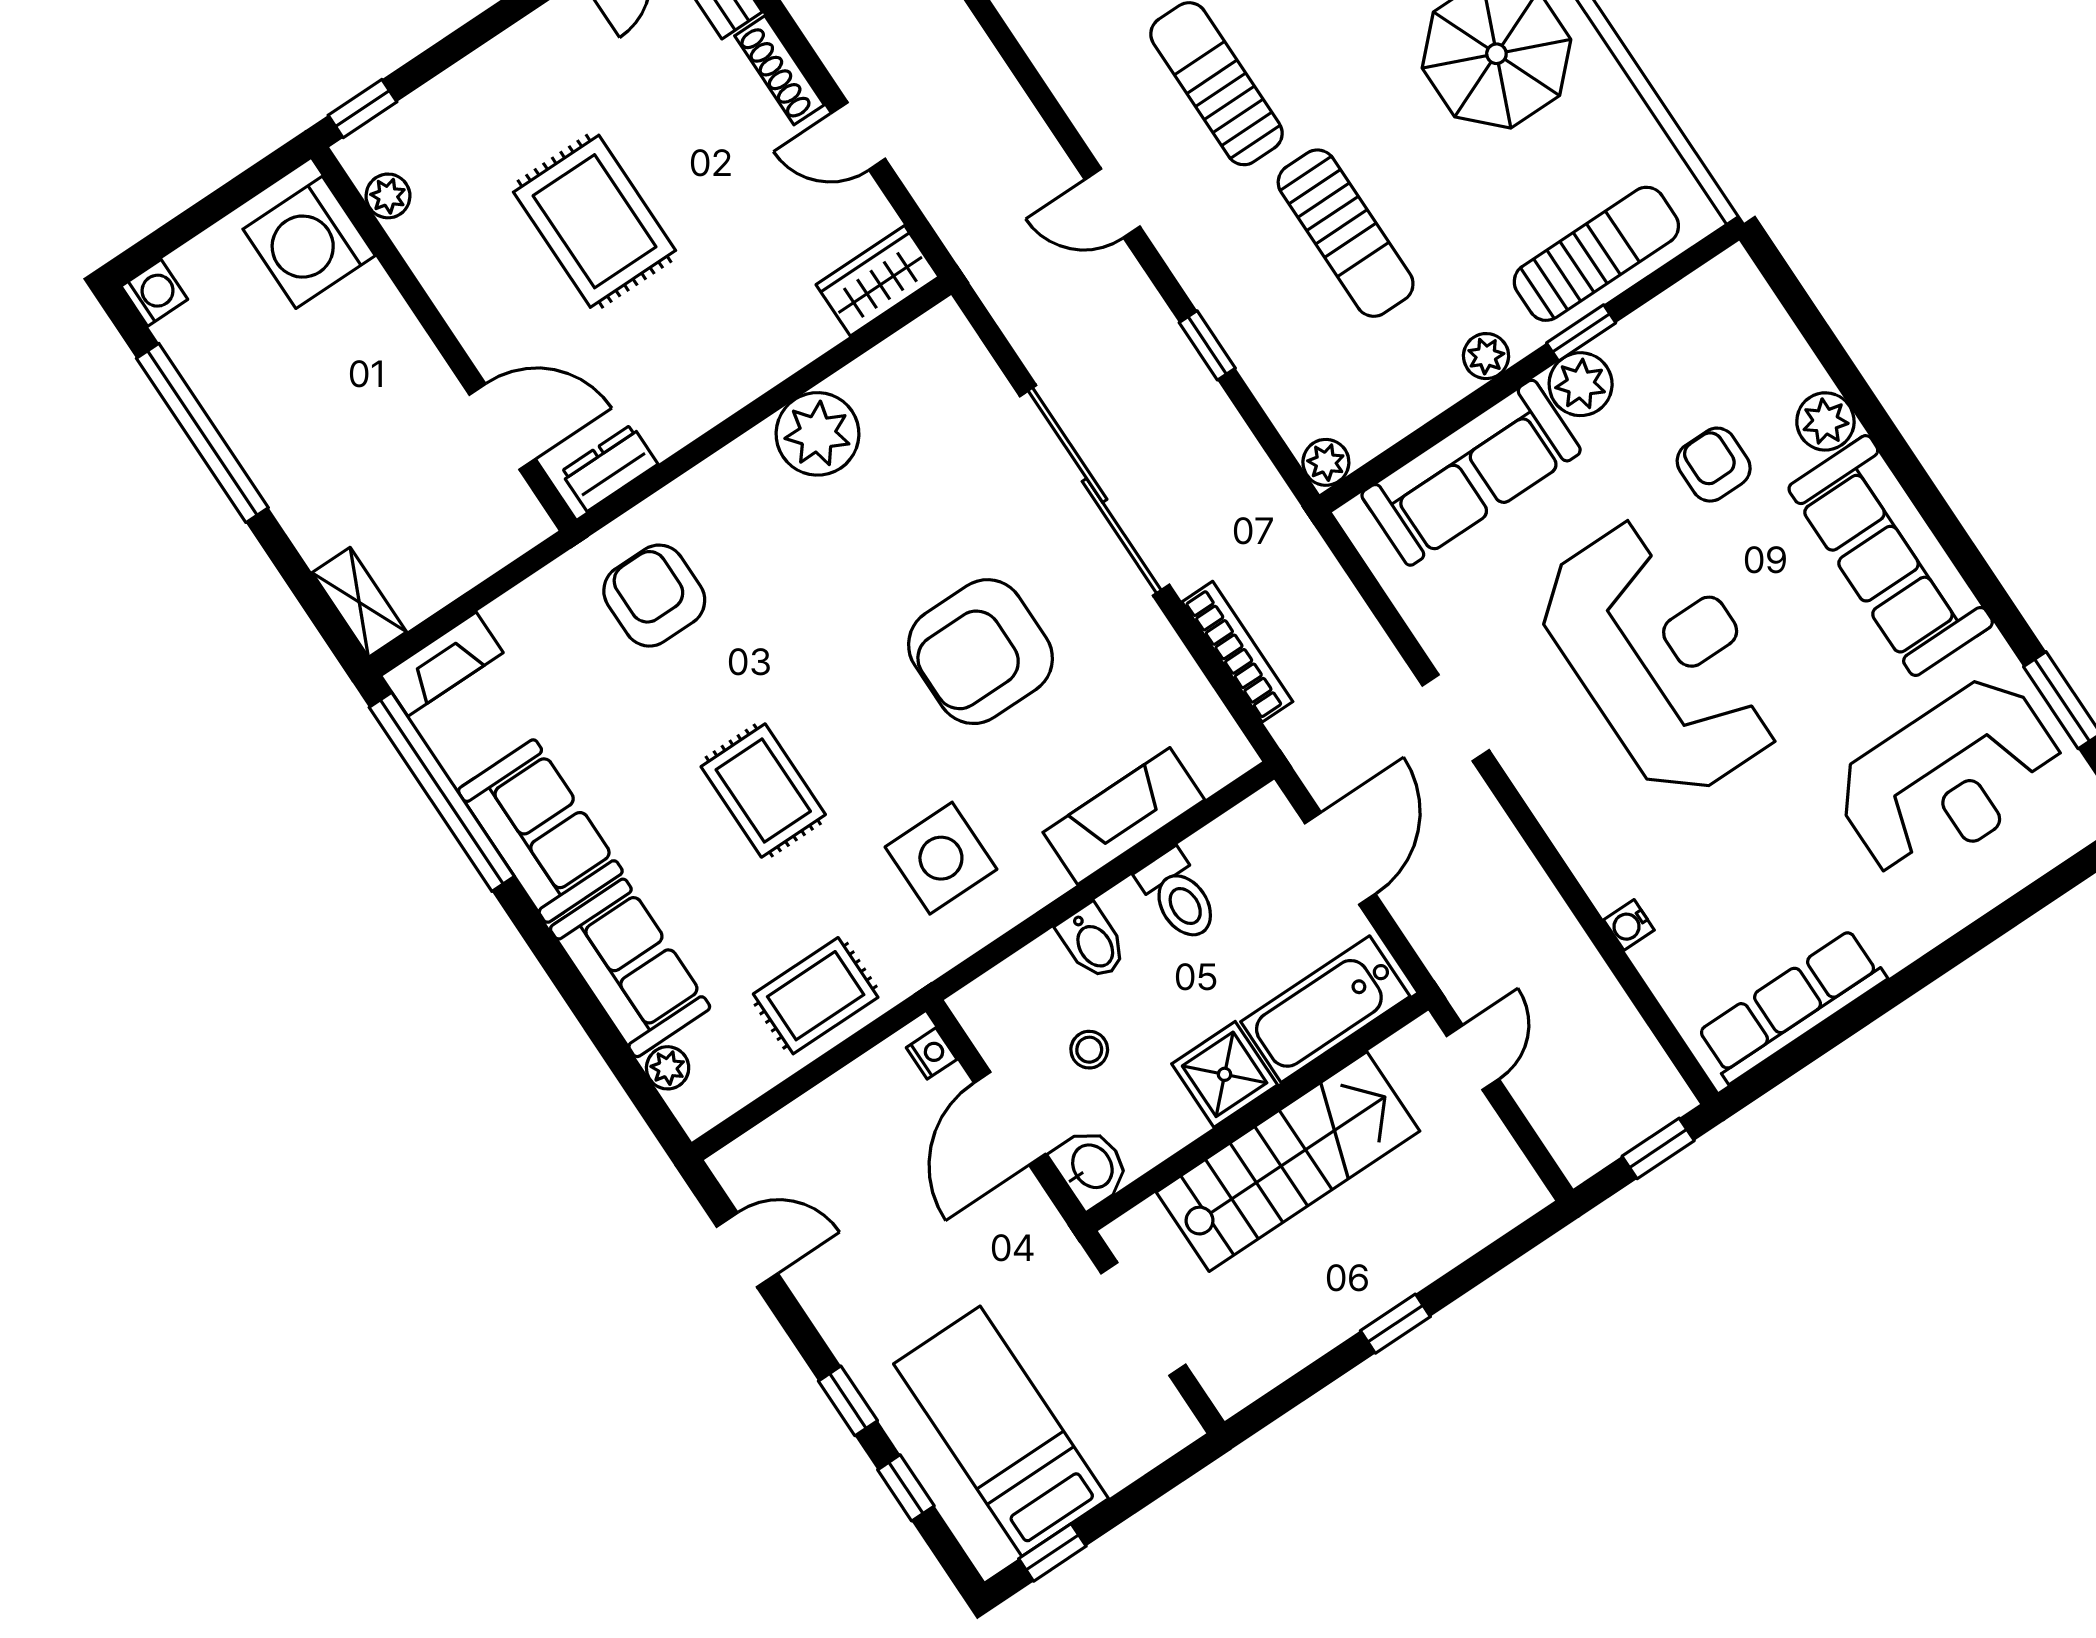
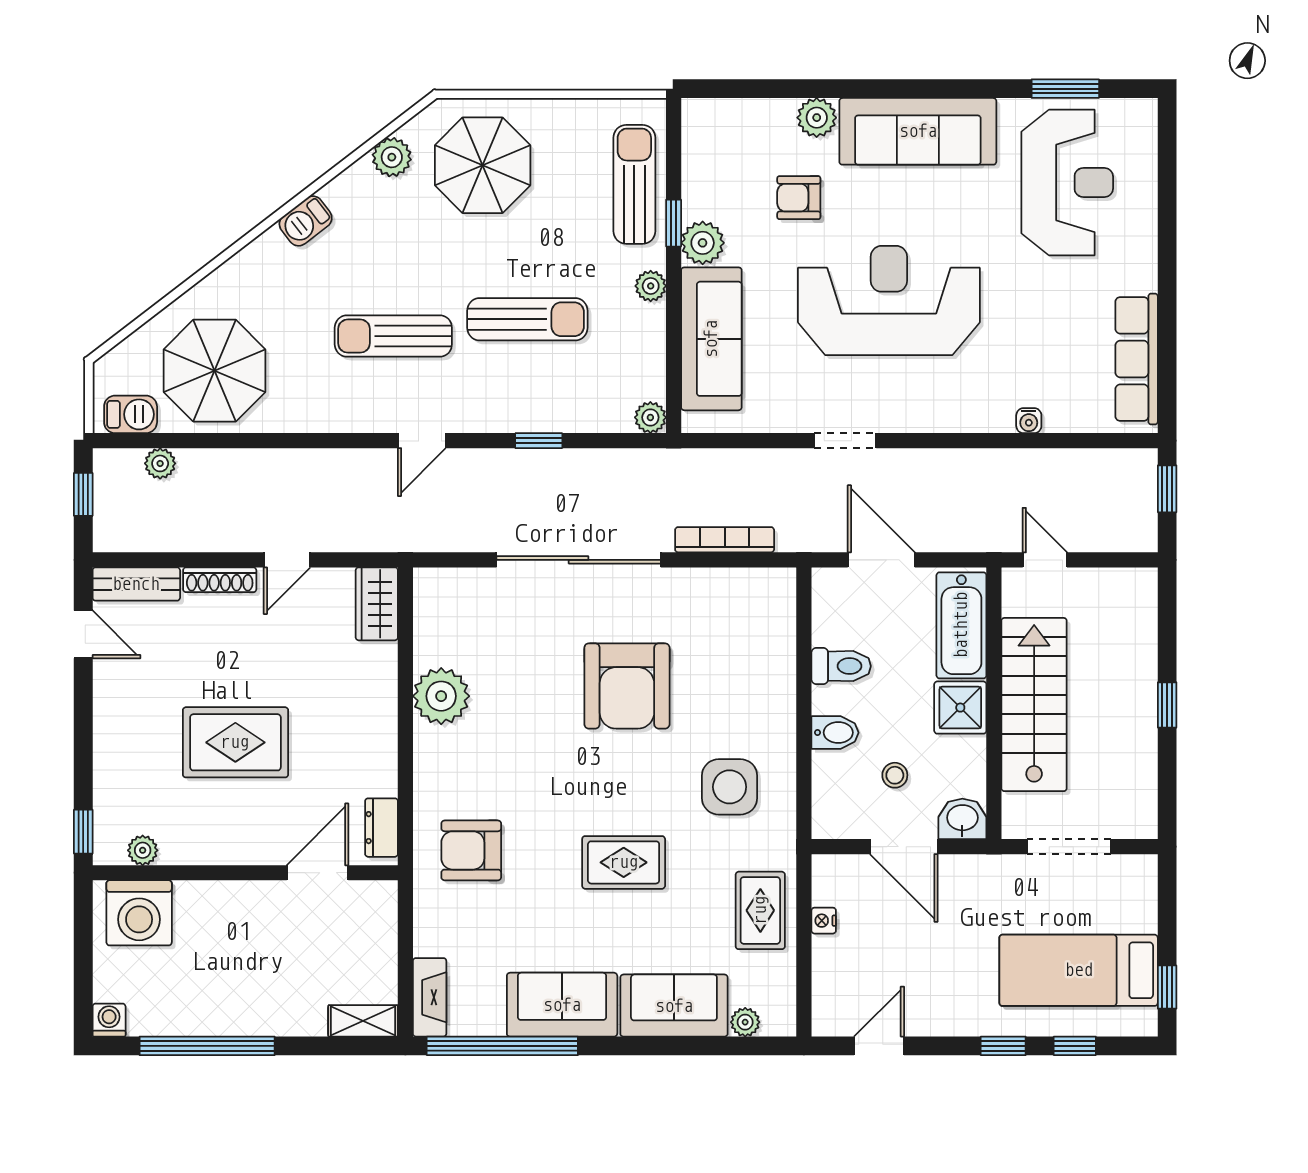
fireplace: (1124, 816) -> (775, 667), removed
nightstand: (932, 1053) -> (824, 921), moved, turned -90

